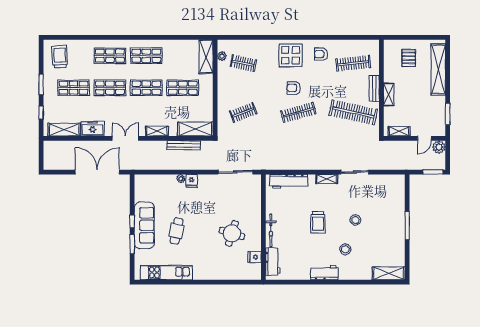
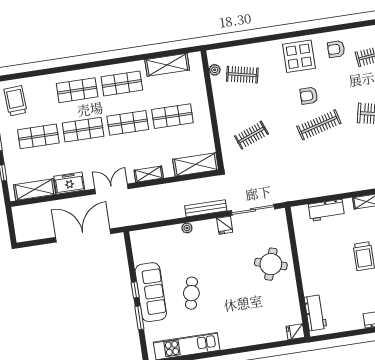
shelving: (206, 57) -> (167, 65), moved, turned 90
bench: (184, 145) -> (206, 208), moved
fridge: (192, 181) -> (225, 225), moved
workbench: (289, 181) -> (326, 210), width x0.73
bicycle: (271, 230) -> (307, 275), removed
round table: (232, 233) -> (271, 264), moved
fridge: (255, 257) -> (295, 332), moved

